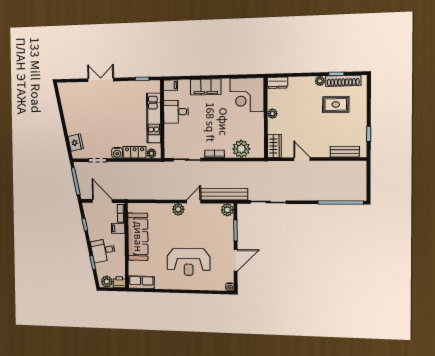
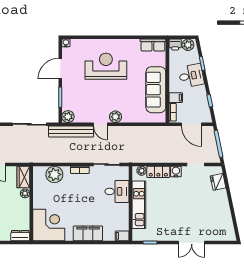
desk: (176, 112) -> (117, 191), moved
plant: (272, 114) -> (25, 193), moved
door: (194, 202) -> (100, 124), hinge flipped

